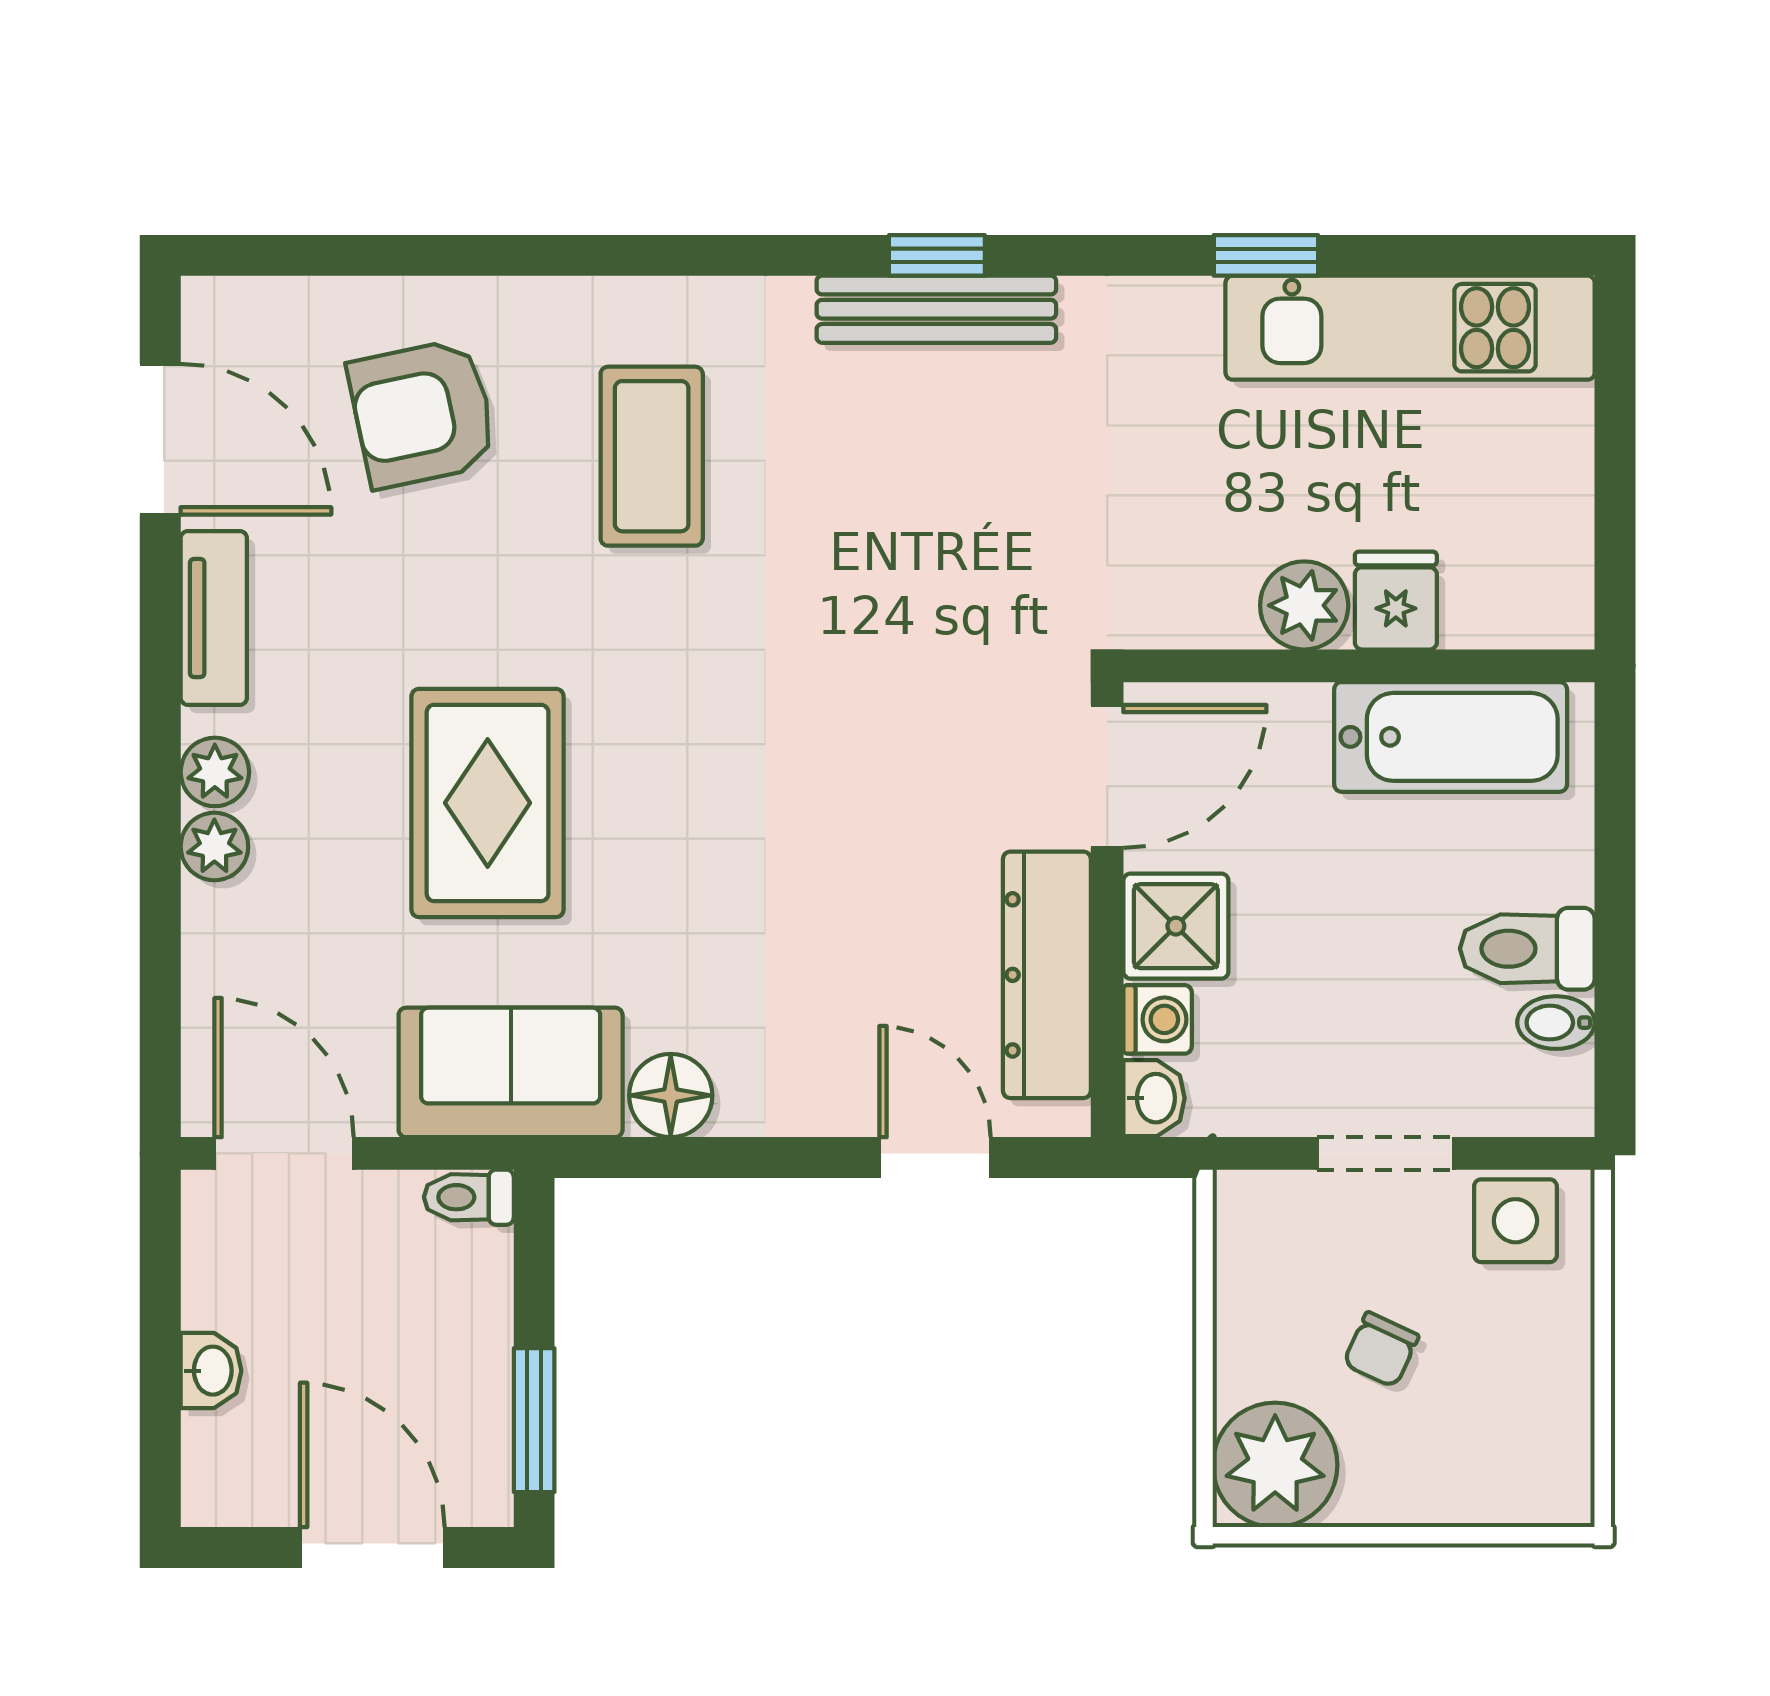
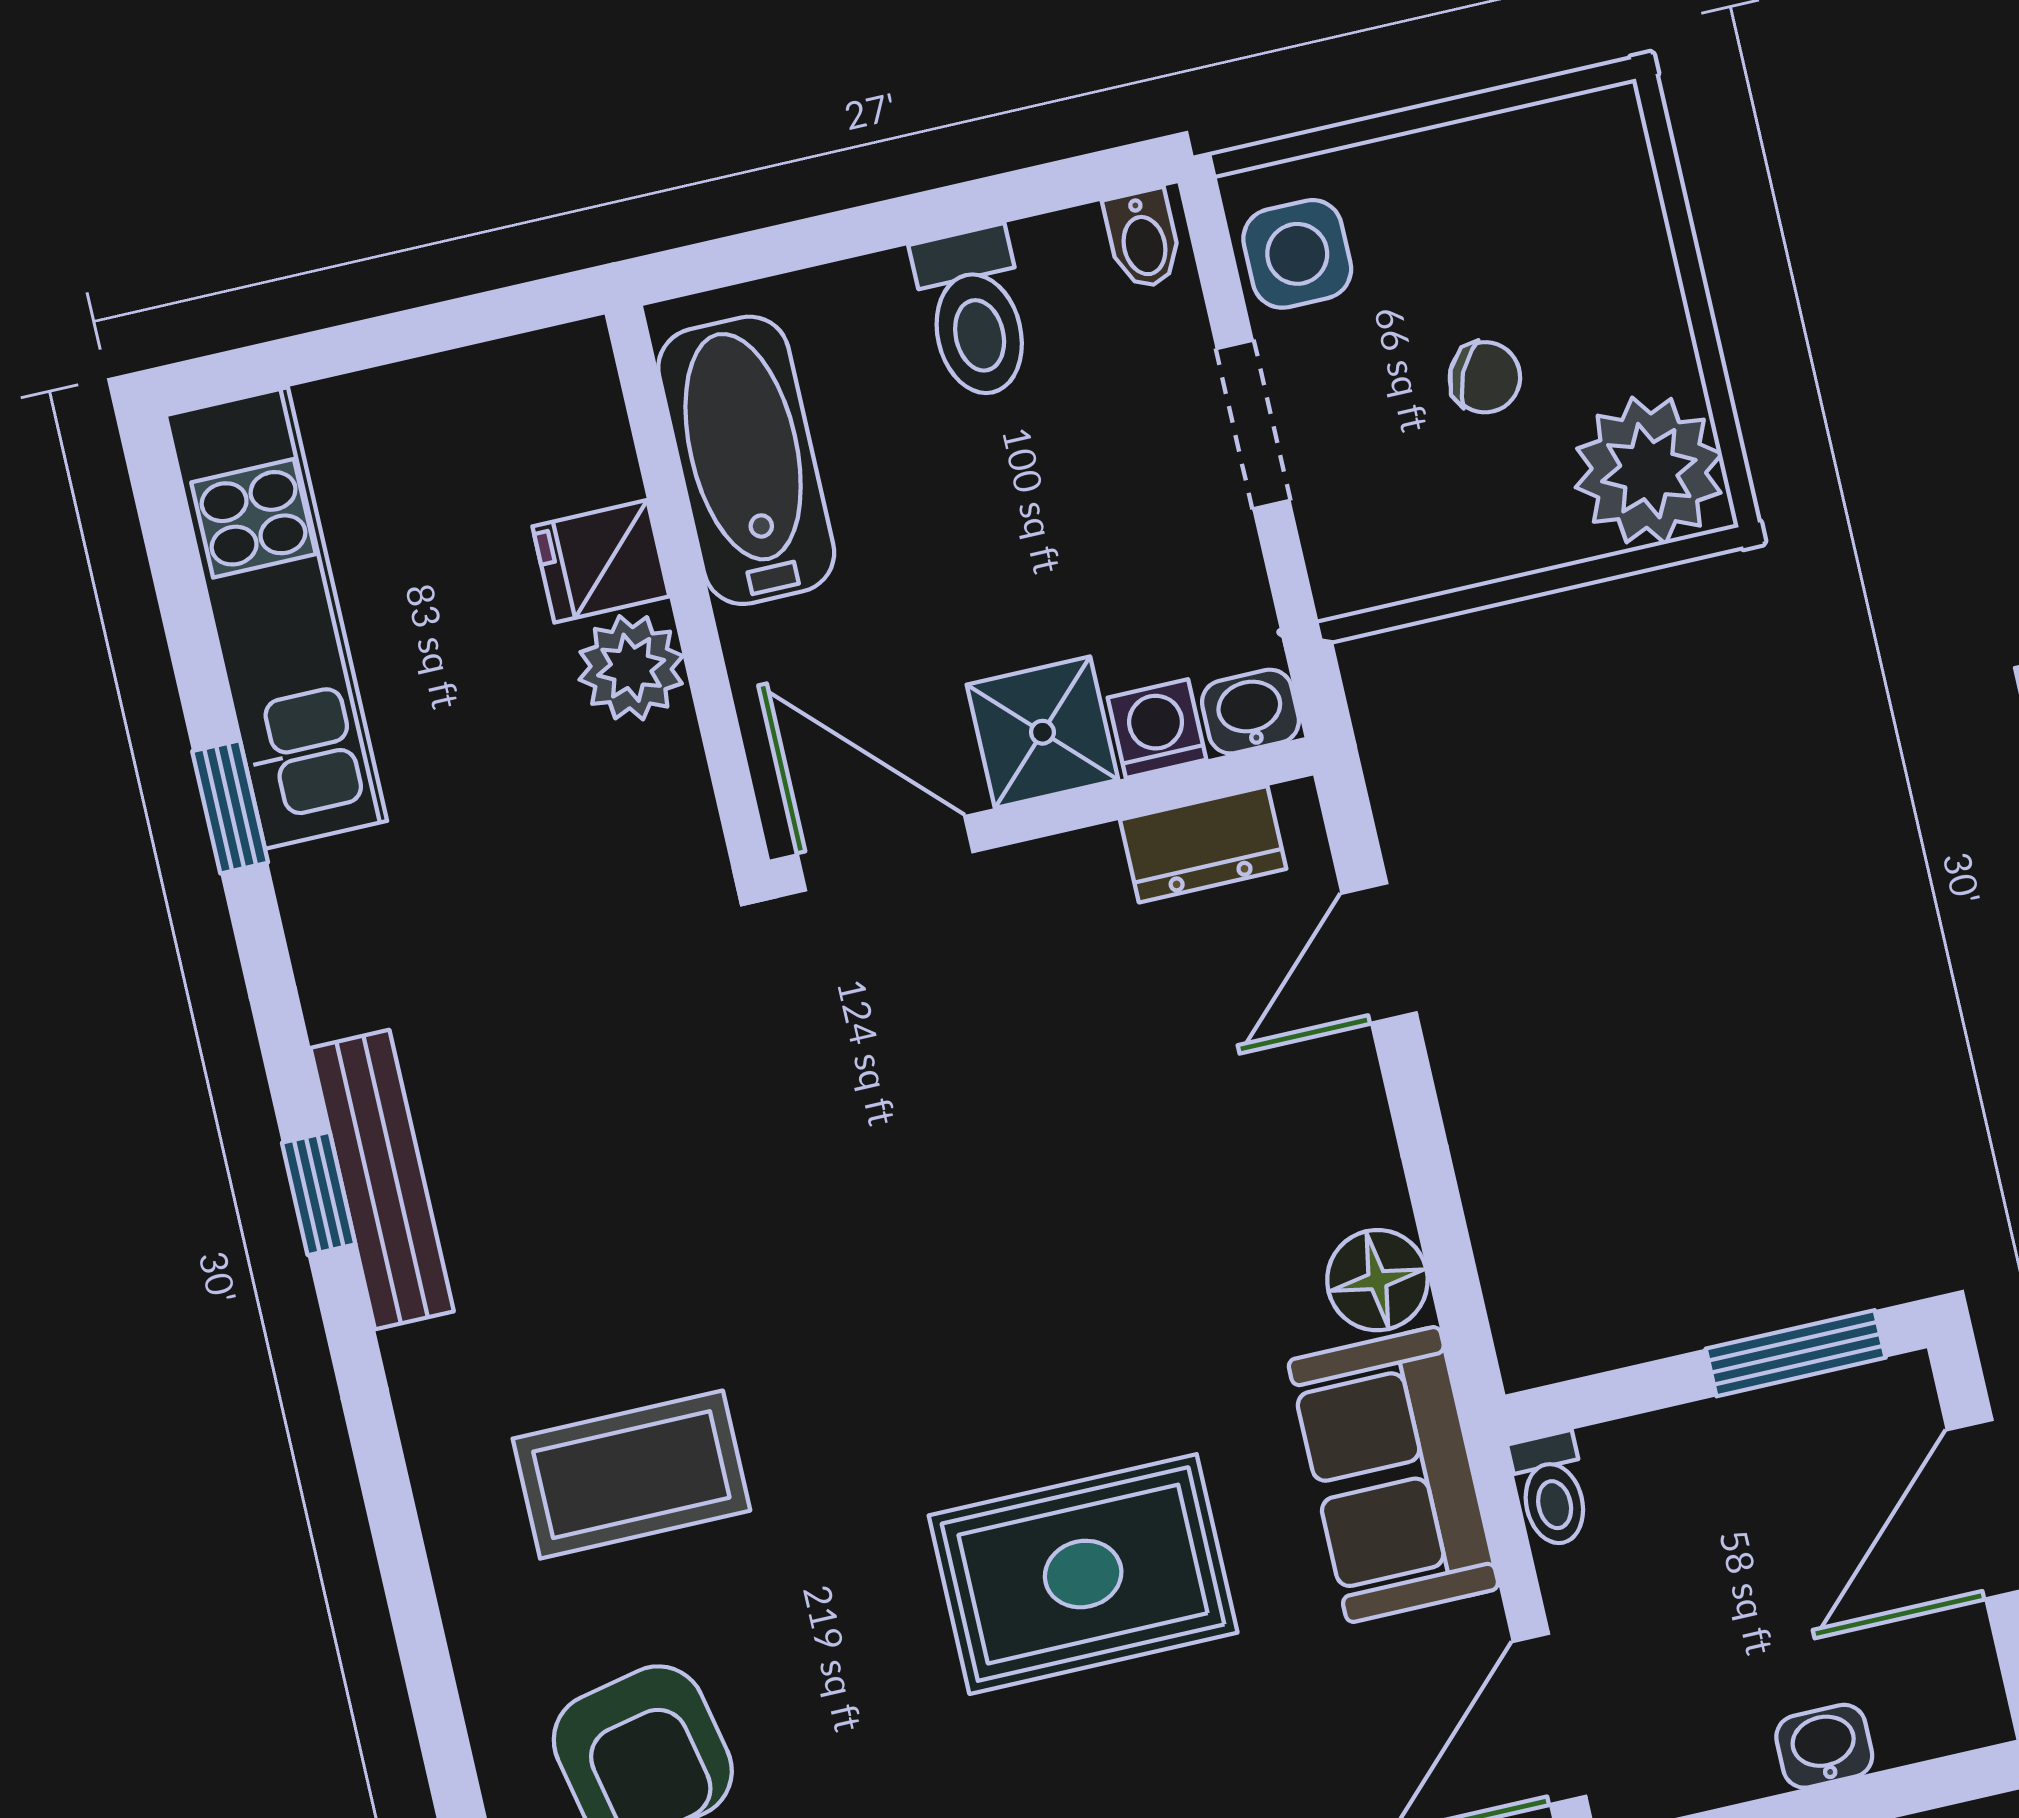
dresser: (1047, 975) -> (1203, 844), width x0.51, depth x0.80
bidet: (1556, 1023) -> (1143, 239), moved

